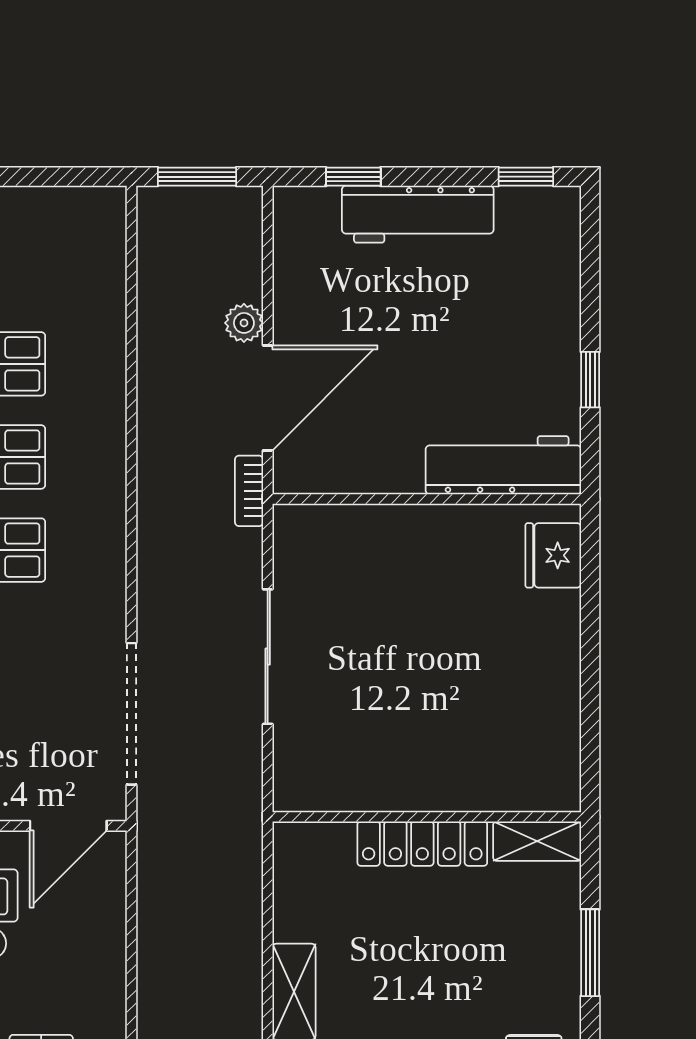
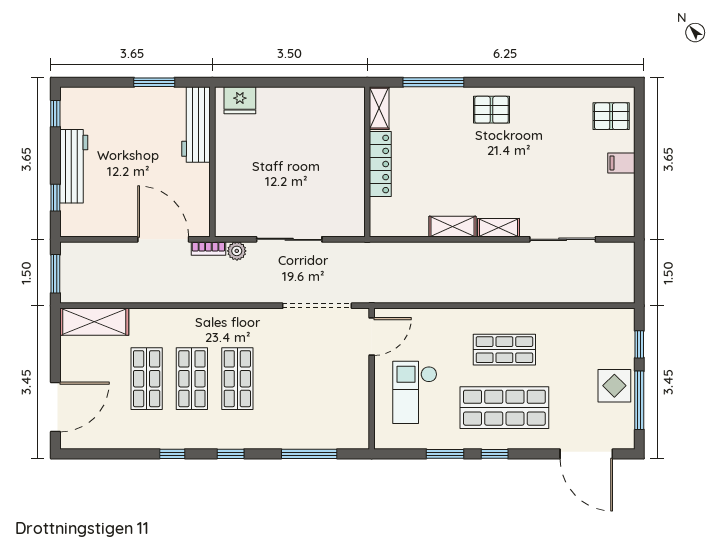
shelving: (99, 256) -> (94, 322), added
plant: (244, 323) -> (237, 251), moved
window: (590, 380) -> (154, 82), width x1.50
door: (68, 826) -> (372, 337), hinge flipped
window: (590, 953) -> (433, 82), width x1.44

